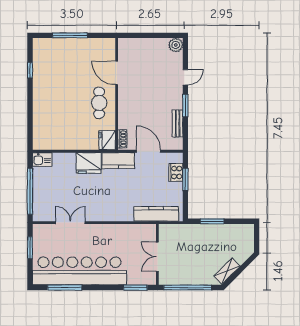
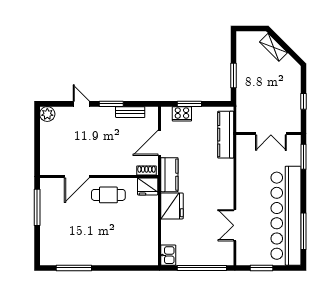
window: (70, 35) -> (37, 207), moved
window: (30, 70) -> (74, 268), width x2.17
shelving: (227, 271) -> (273, 47), moved
window: (188, 288) -> (303, 101), width x0.32

